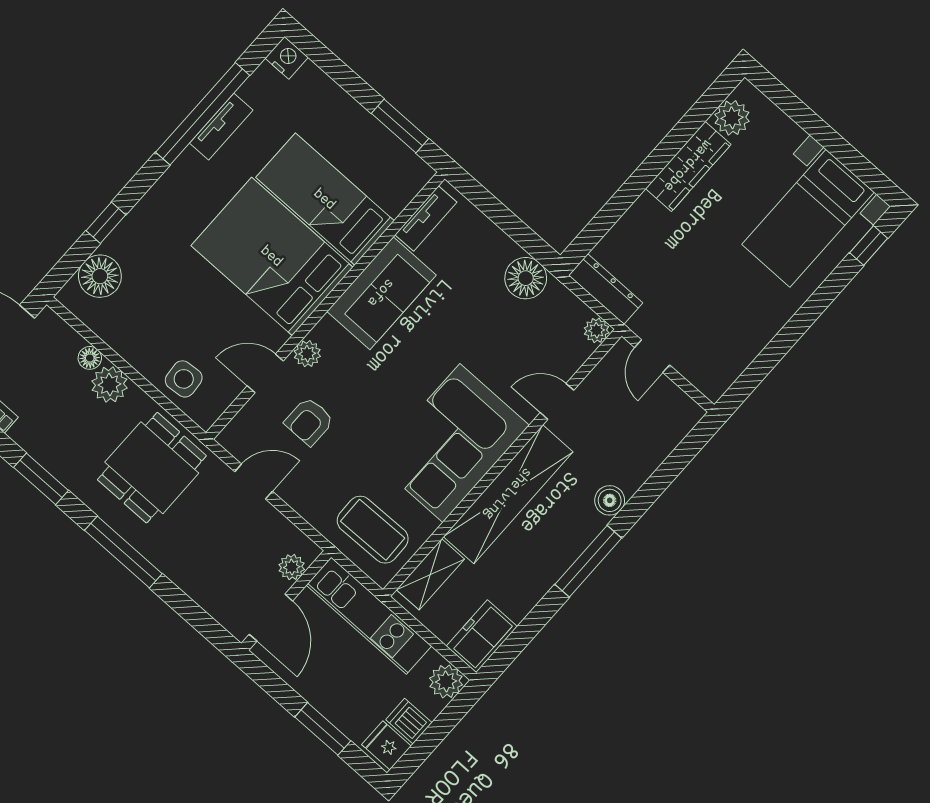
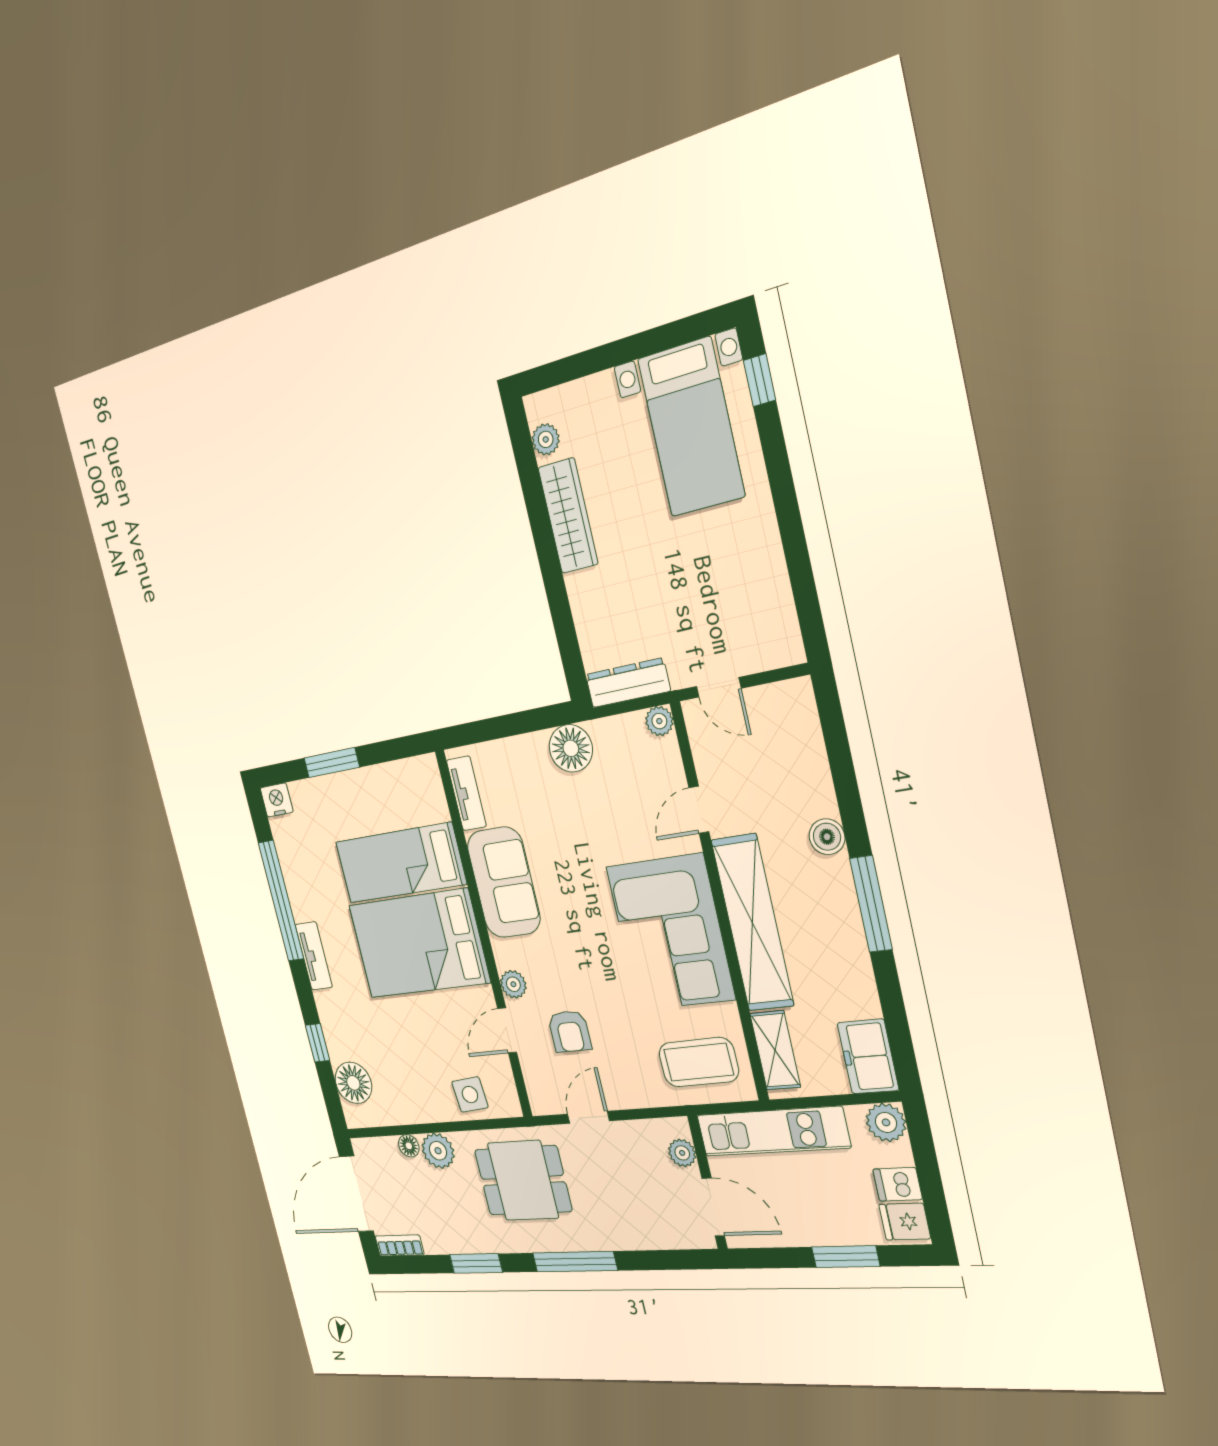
plant: (732, 118) -> (546, 439), width x0.73, depth x0.73
window: (400, 126) -> (332, 763), moved
tv unit: (221, 127) -> (314, 956), moved
dining table: (152, 468) -> (523, 1180), turned 90

